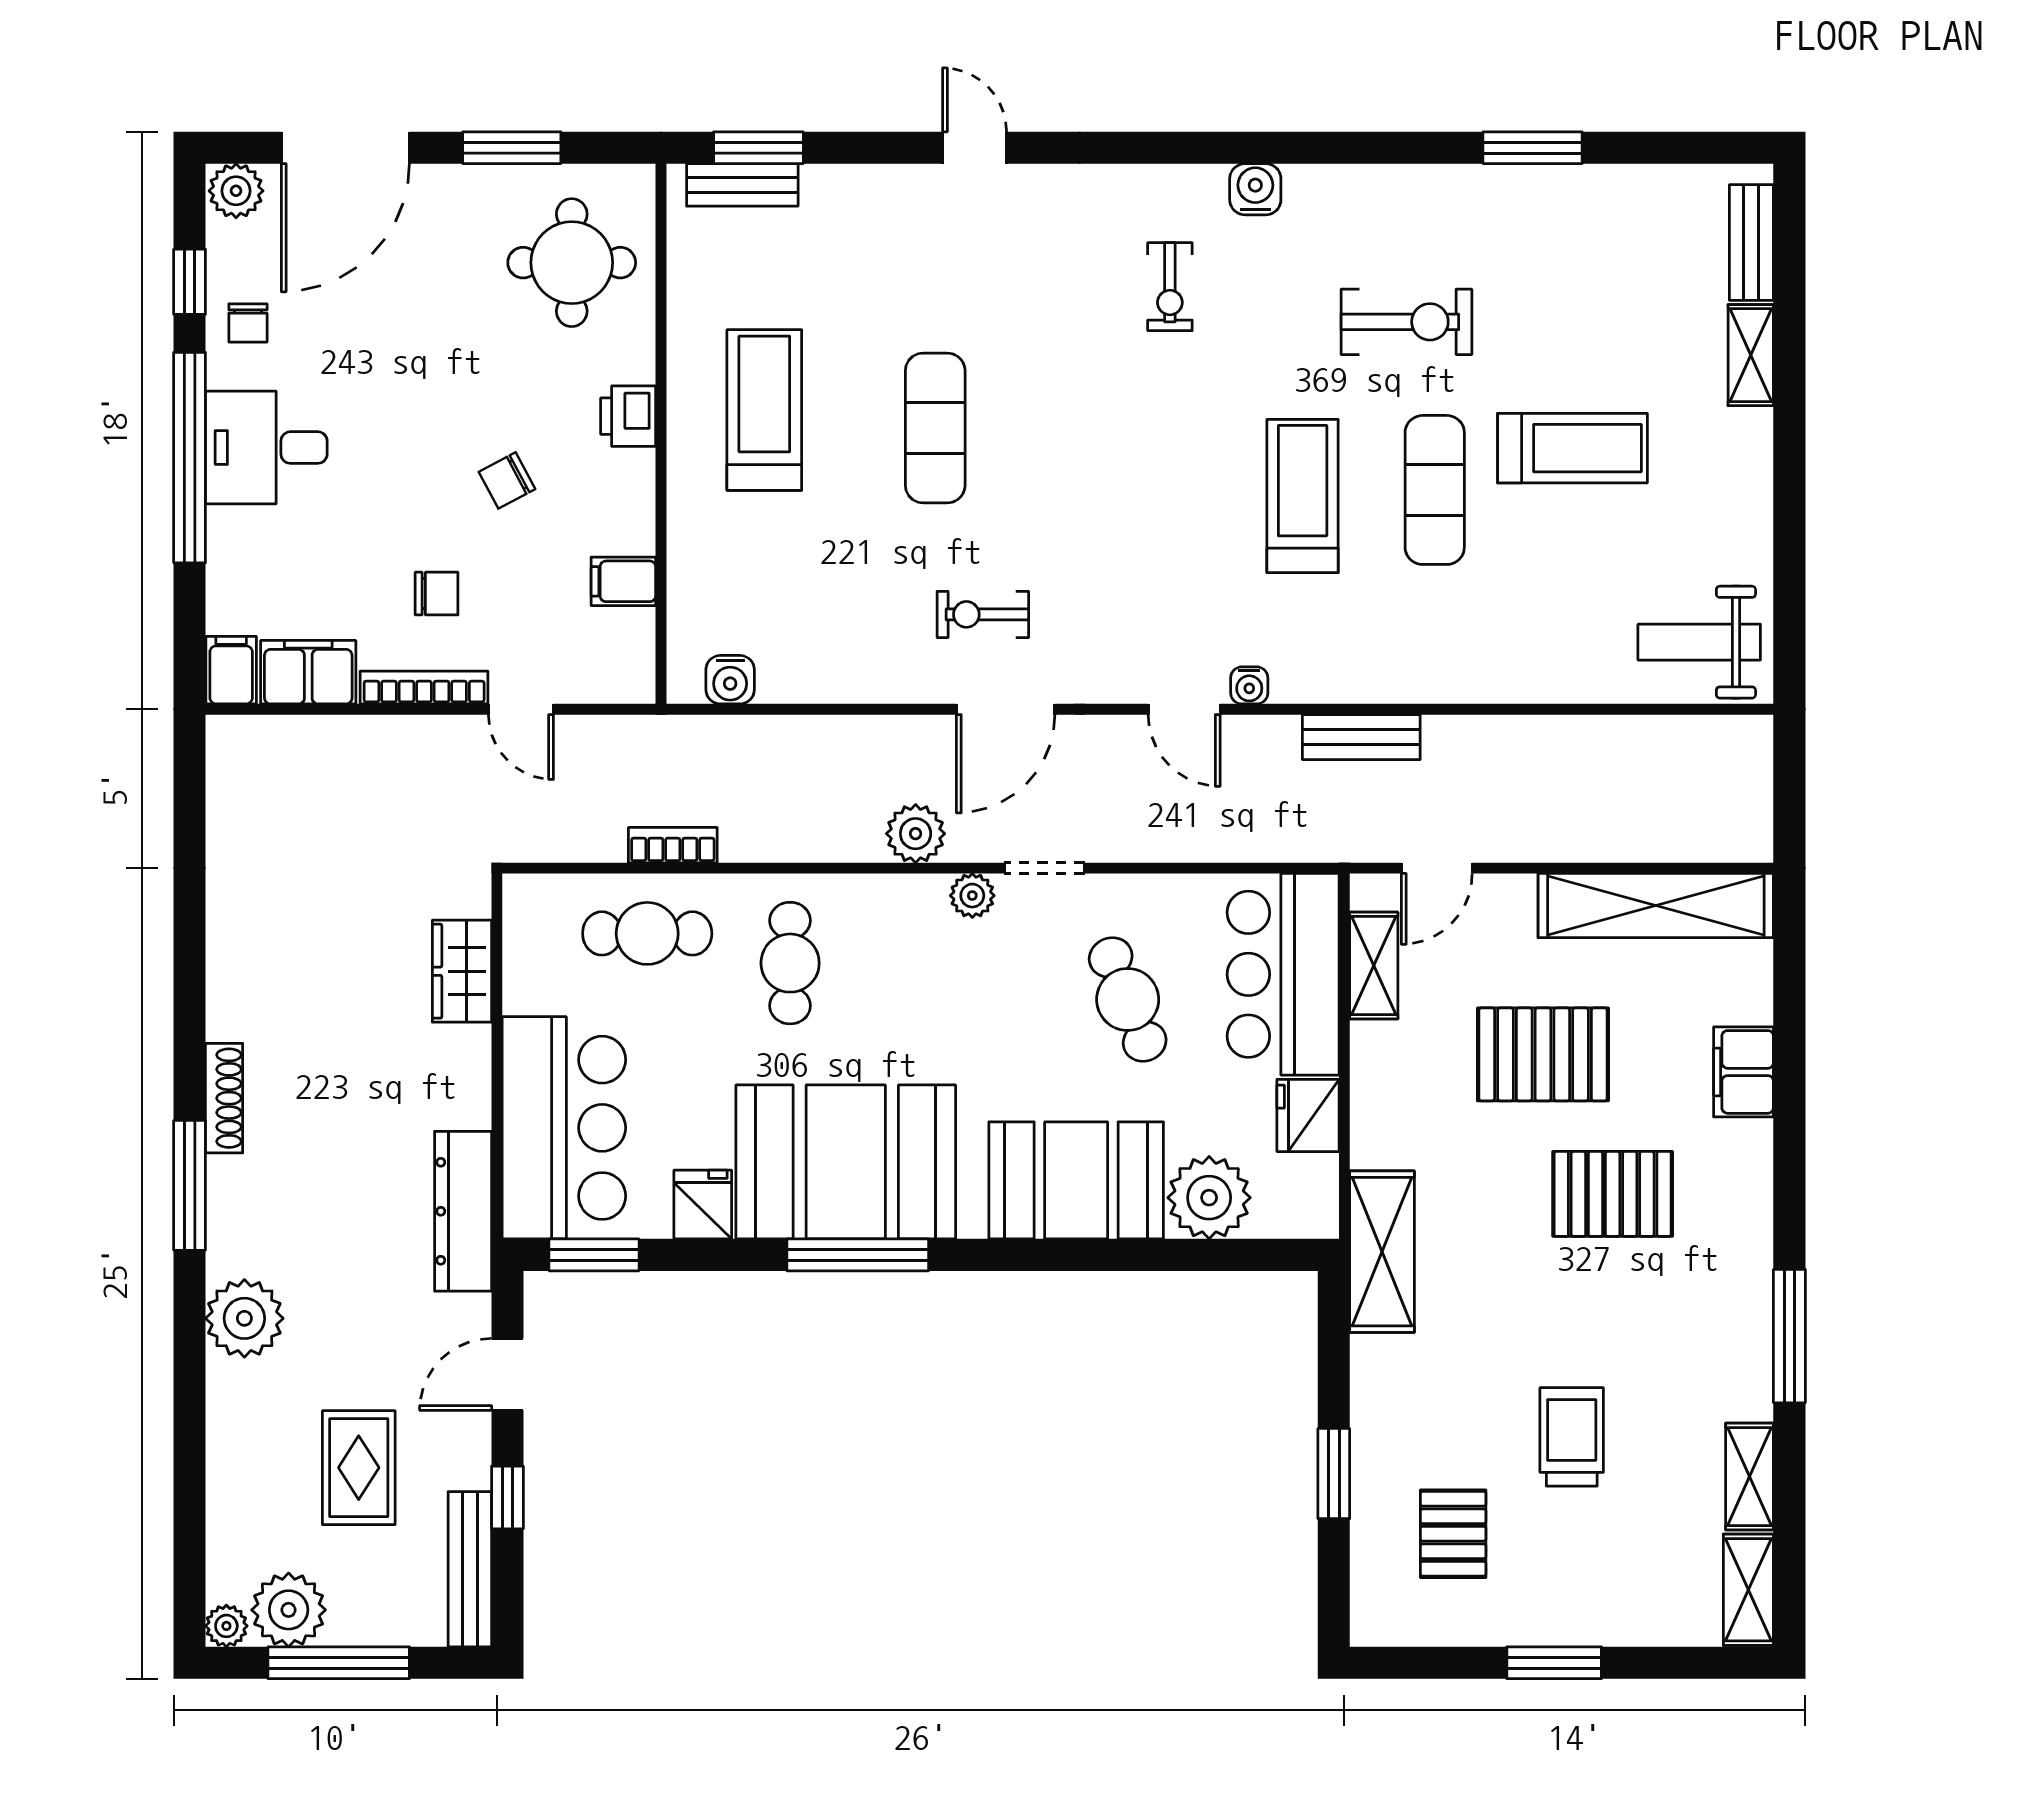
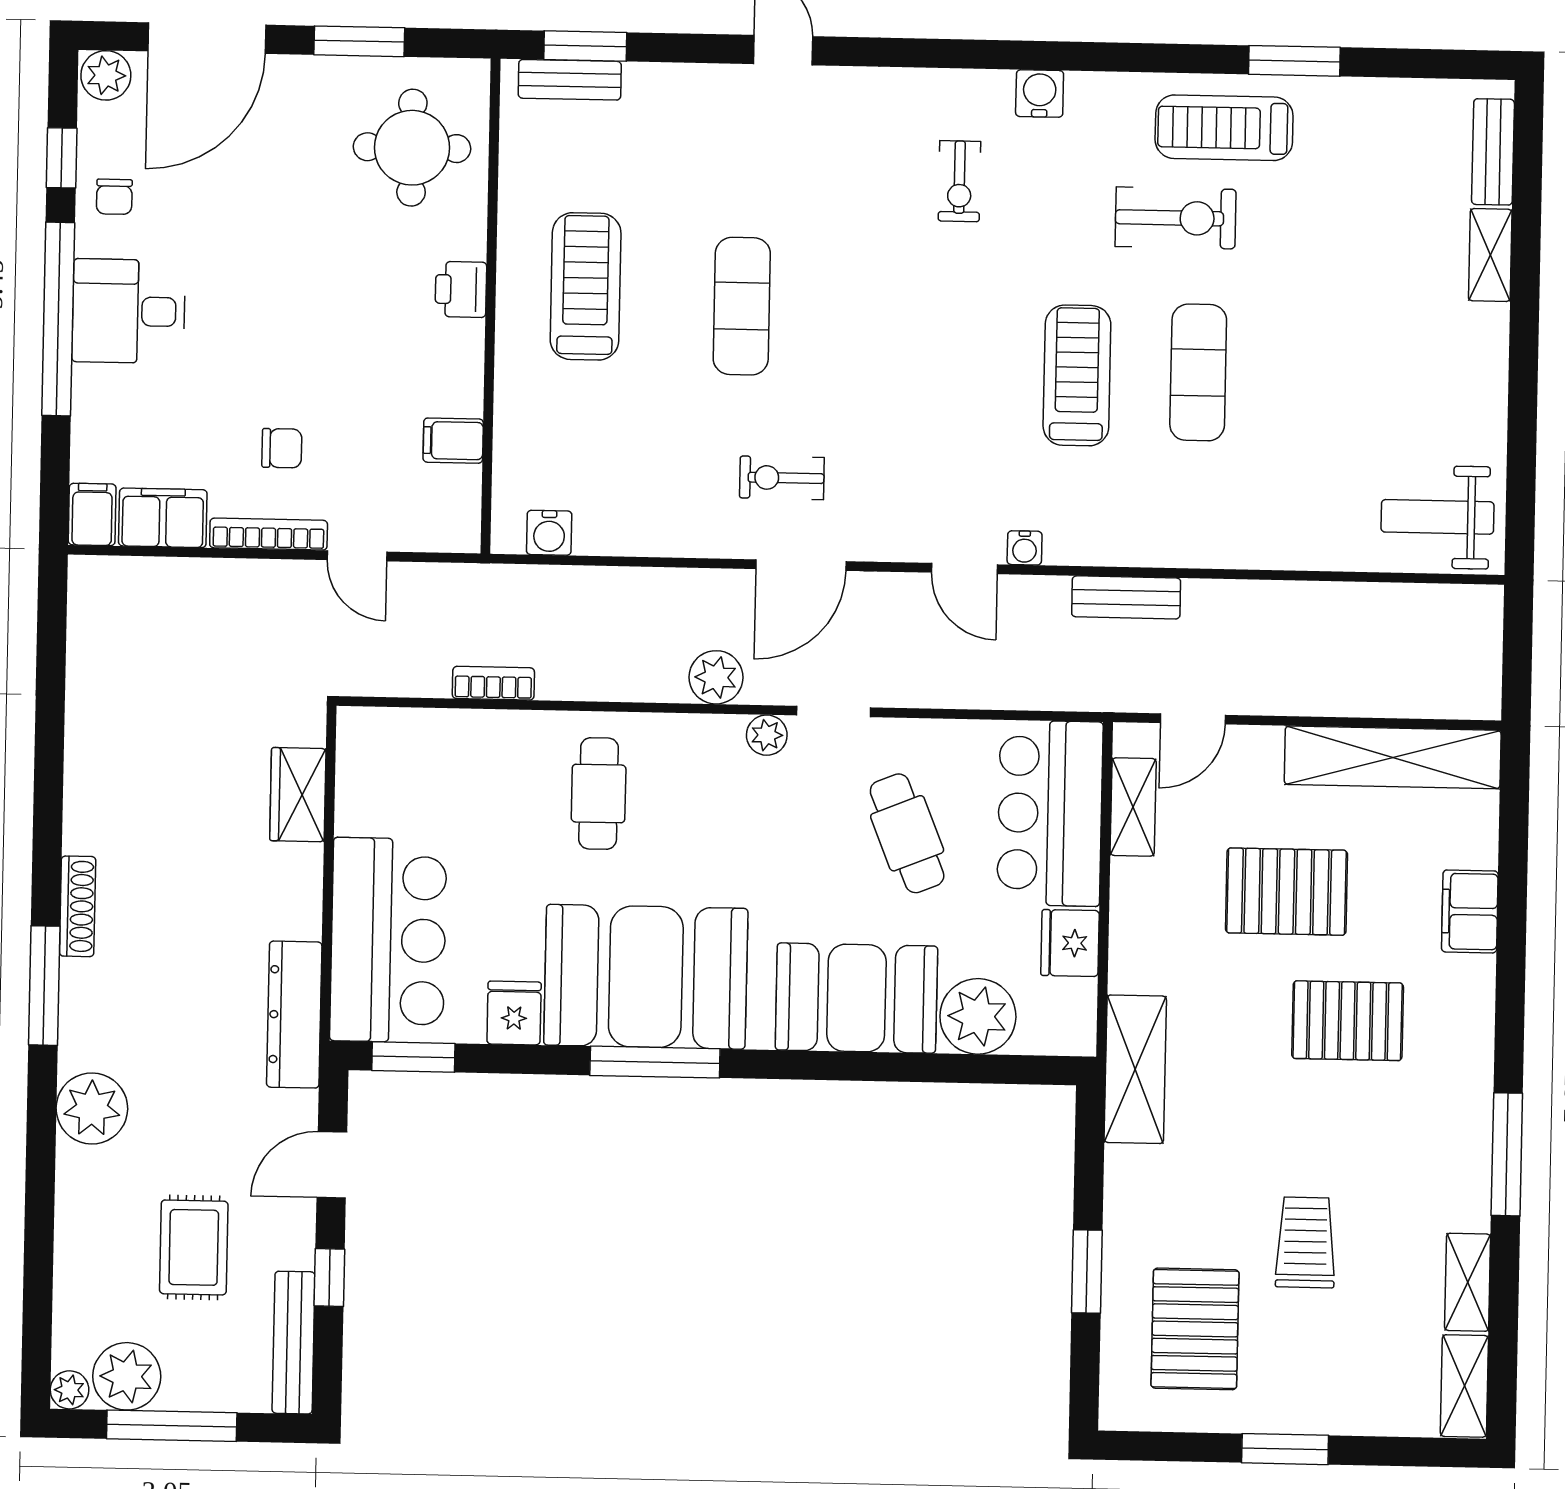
treadmill: (1572, 448) -> (1224, 128), moved, turned 180
chair: (507, 480) -> (349, 346), removed
cafe table: (647, 933) -> (468, 764), removed
pallet: (1453, 1534) -> (1195, 1329), width x1.50, depth x1.42

